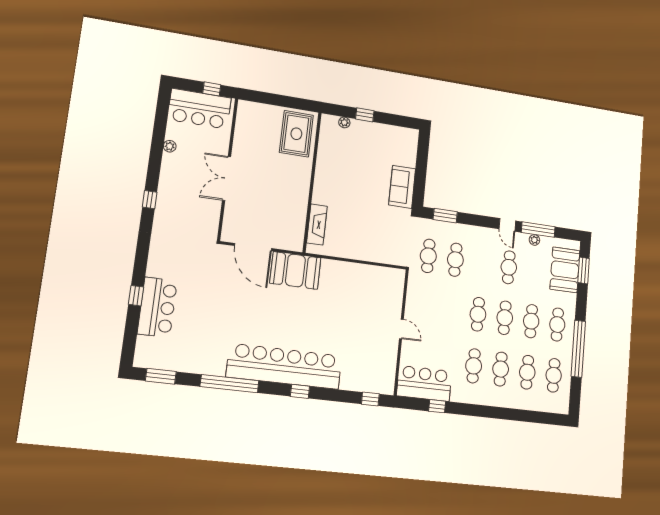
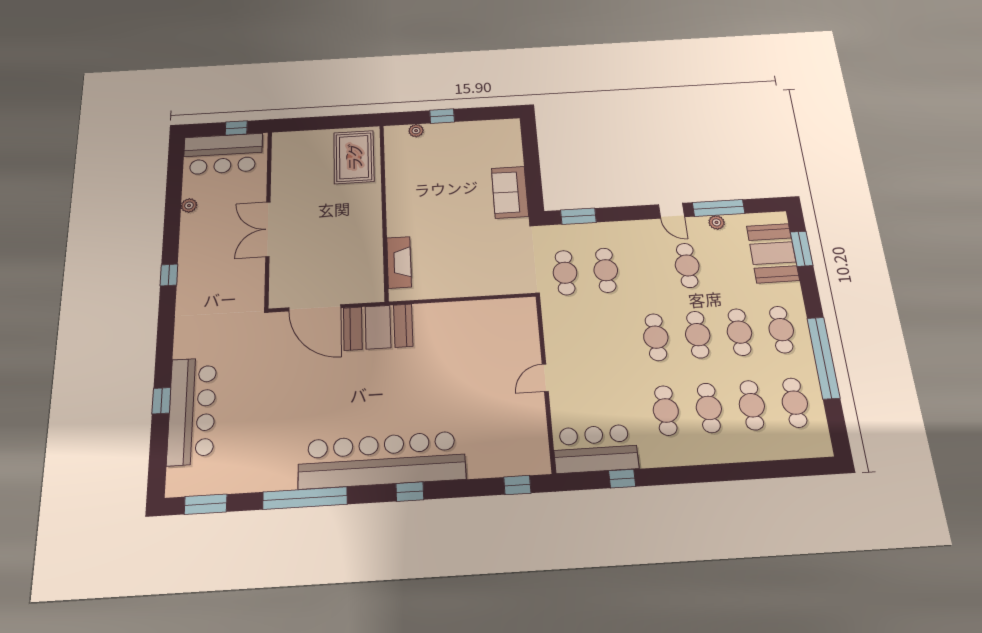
bar counter: (157, 307) -> (192, 411), width x1.36
door: (401, 329) -> (545, 378), swing flipped

